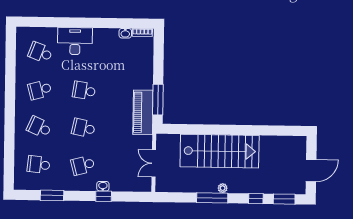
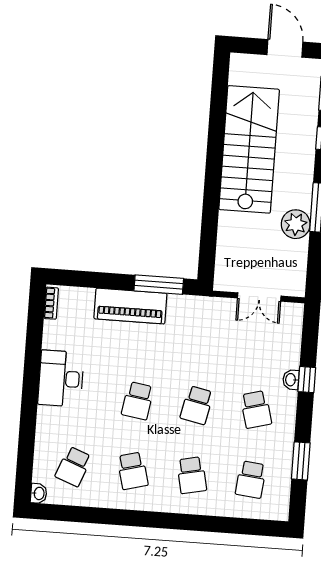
washbasin: (125, 33) -> (39, 493), moved
desk: (75, 41) -> (61, 379), moved
piano: (143, 112) -> (130, 306), moved
school desk: (39, 127) -> (192, 475), turned -36
stairs: (220, 151) -> (249, 149), moved
plant: (223, 188) -> (296, 224), moved, width x1.88, depth x1.88

